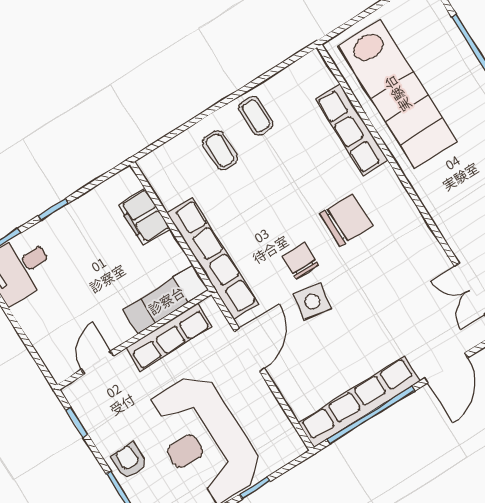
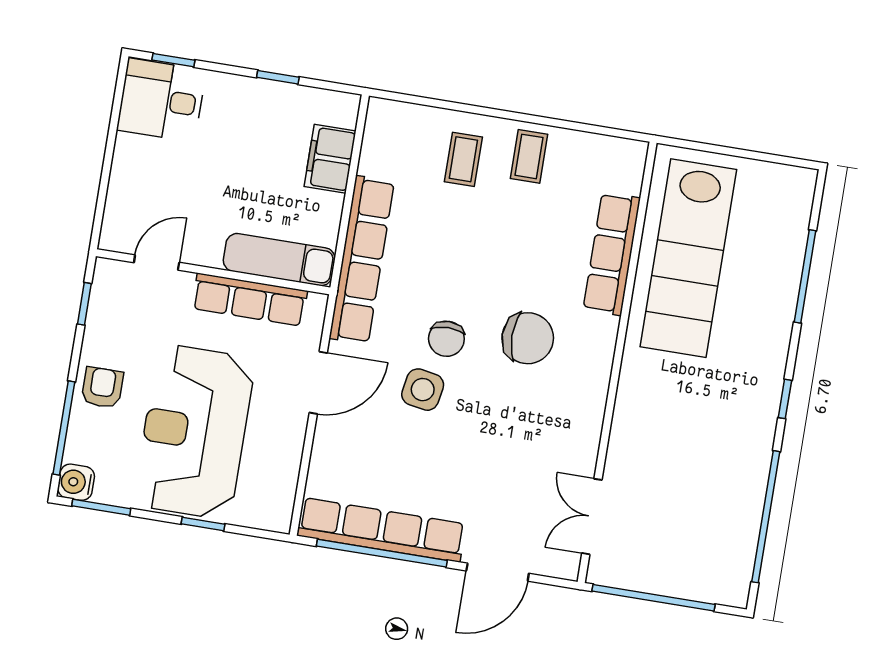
window: (53, 210) -> (278, 77), moved
chair: (300, 261) -> (446, 339), turned 180

